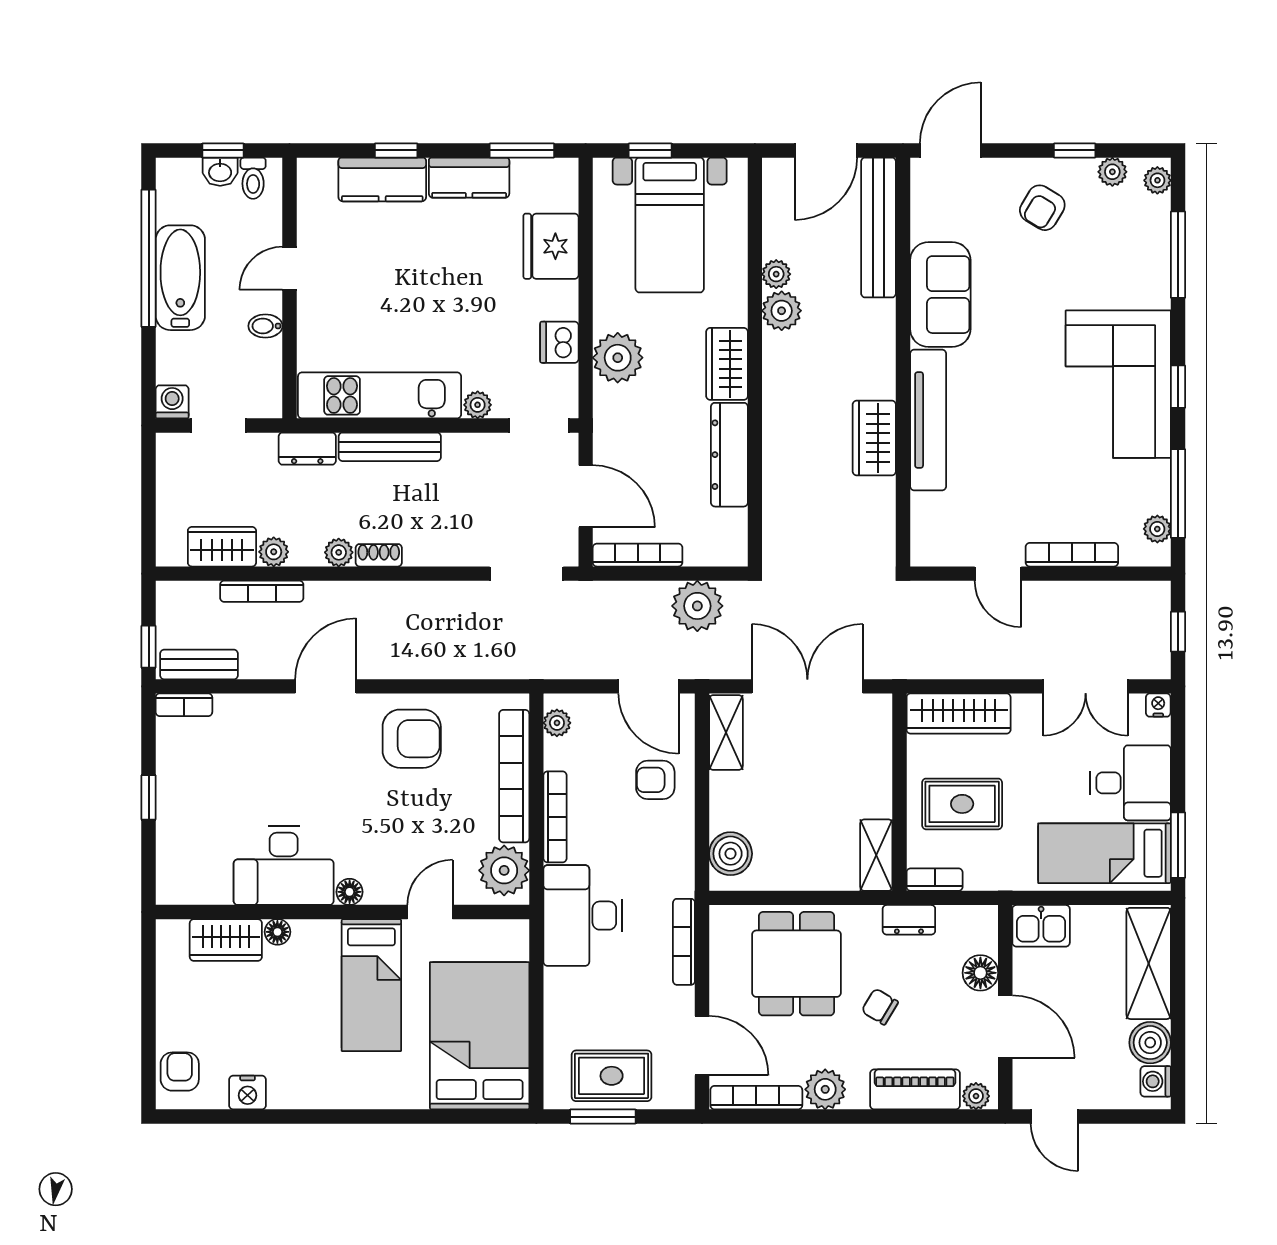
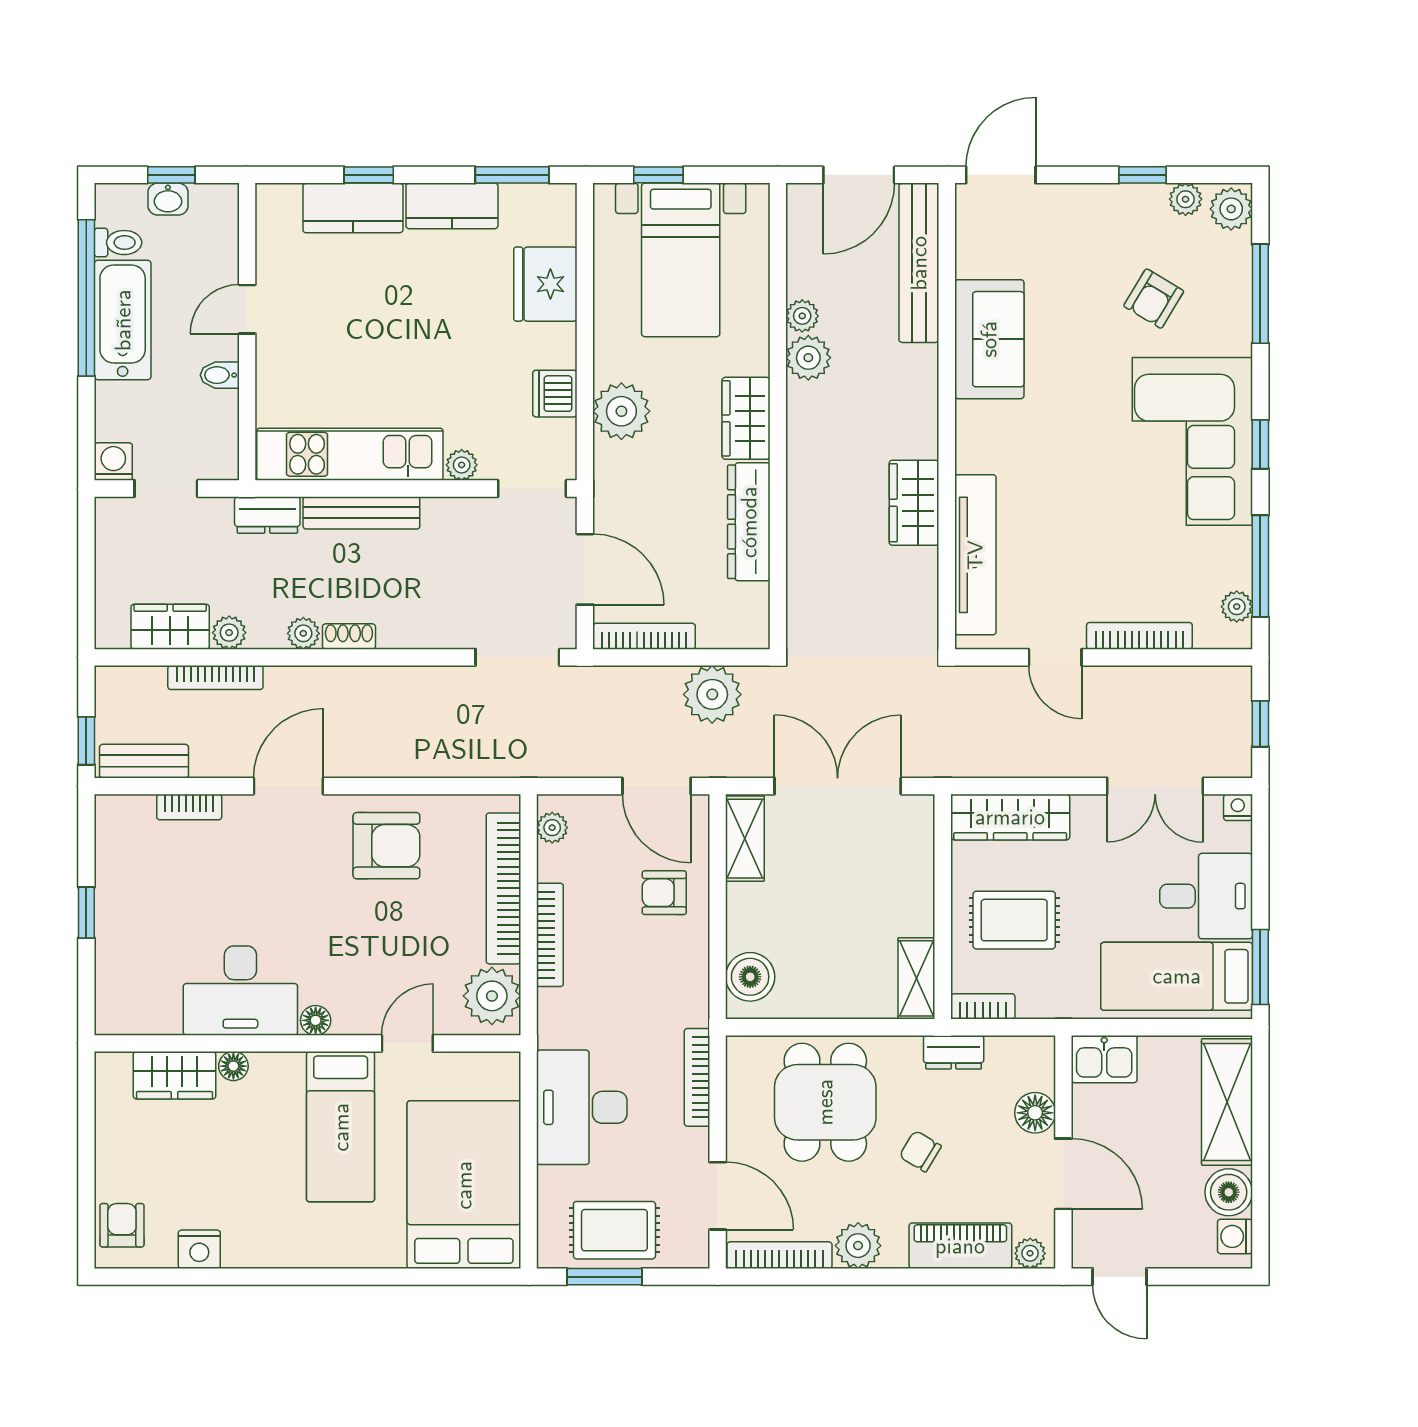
toilet: (253, 178) -> (118, 243), moved, turned -90
plant: (1157, 180) -> (1231, 209), width x1.38, depth x1.38
armchair: (1042, 208) -> (1154, 299), moved
tv unit: (928, 420) -> (975, 555), moved
bookcase: (184, 705) -> (189, 807), moved
desk: (583, 916) -> (582, 1107), moved

